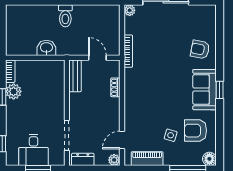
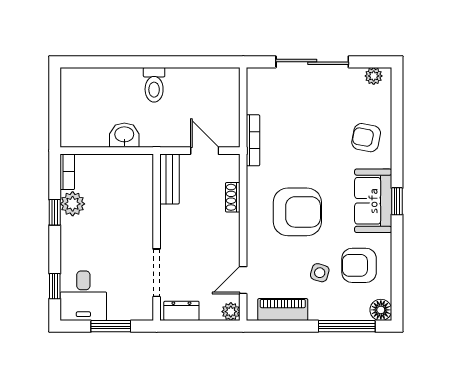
plant: (130, 10) -> (374, 76), moved
armchair: (156, 97) -> (297, 212), added
desk: (34, 150) -> (83, 296), moved

